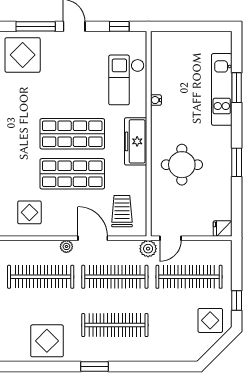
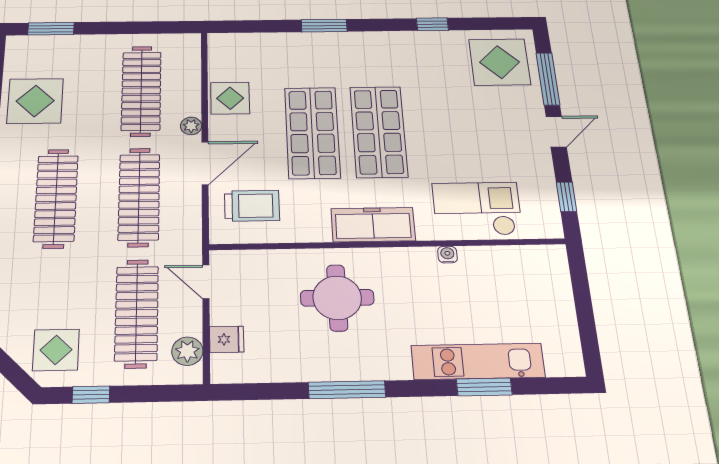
window: (237, 162) -> (347, 390), width x1.44
display table: (29, 212) -> (230, 98), moved
fridge: (223, 229) -> (227, 339), moved, turned 90
plant: (148, 249) -> (187, 351), moved

